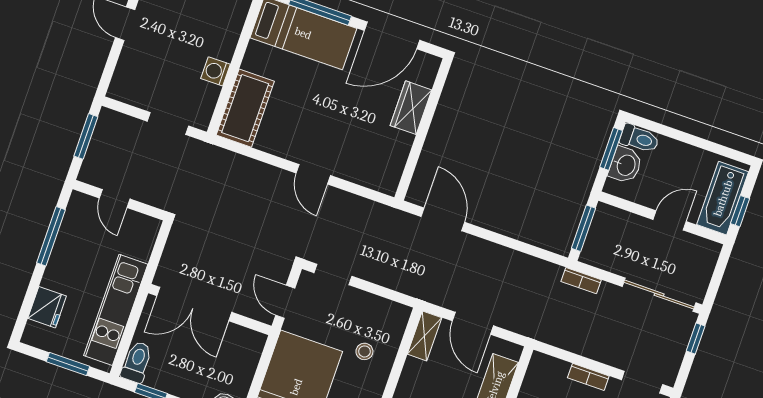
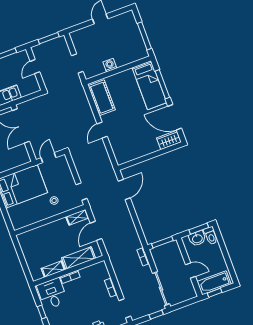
cot: (245, 108) -> (102, 98), moved, turned 90
wardrobe: (411, 108) -> (169, 140), moved
doorway: (333, 275) -> (81, 192), moved

